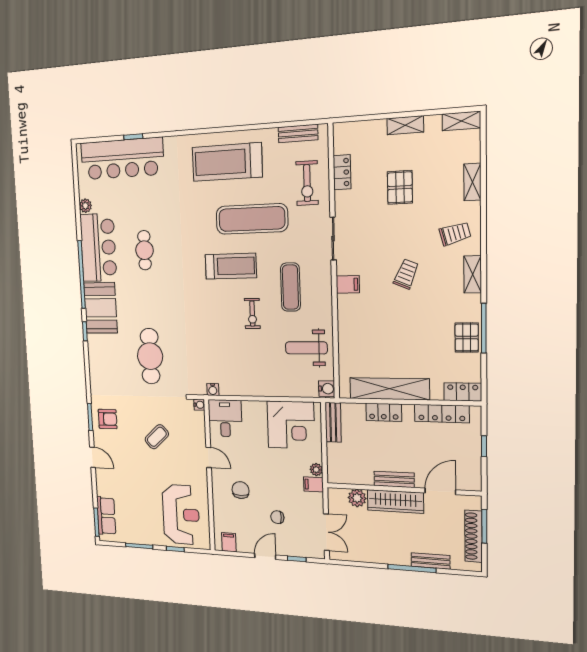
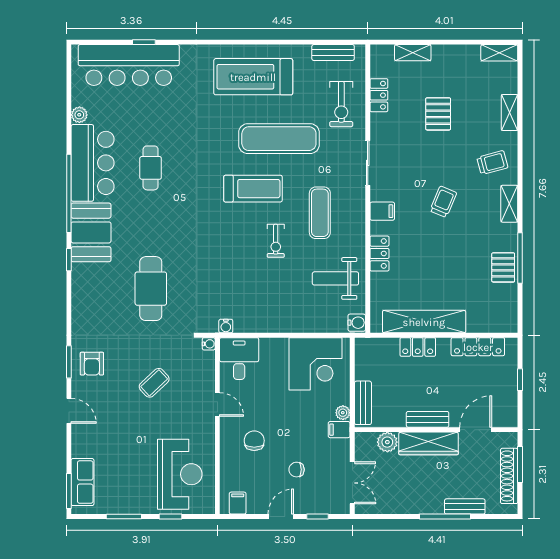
shelving: (405, 125) -> (413, 53), moved
locker: (463, 392) -> (379, 253), moved, turned 90
armchair: (108, 419) -> (92, 364), turned 90
bench: (333, 422) -> (363, 403), moved

